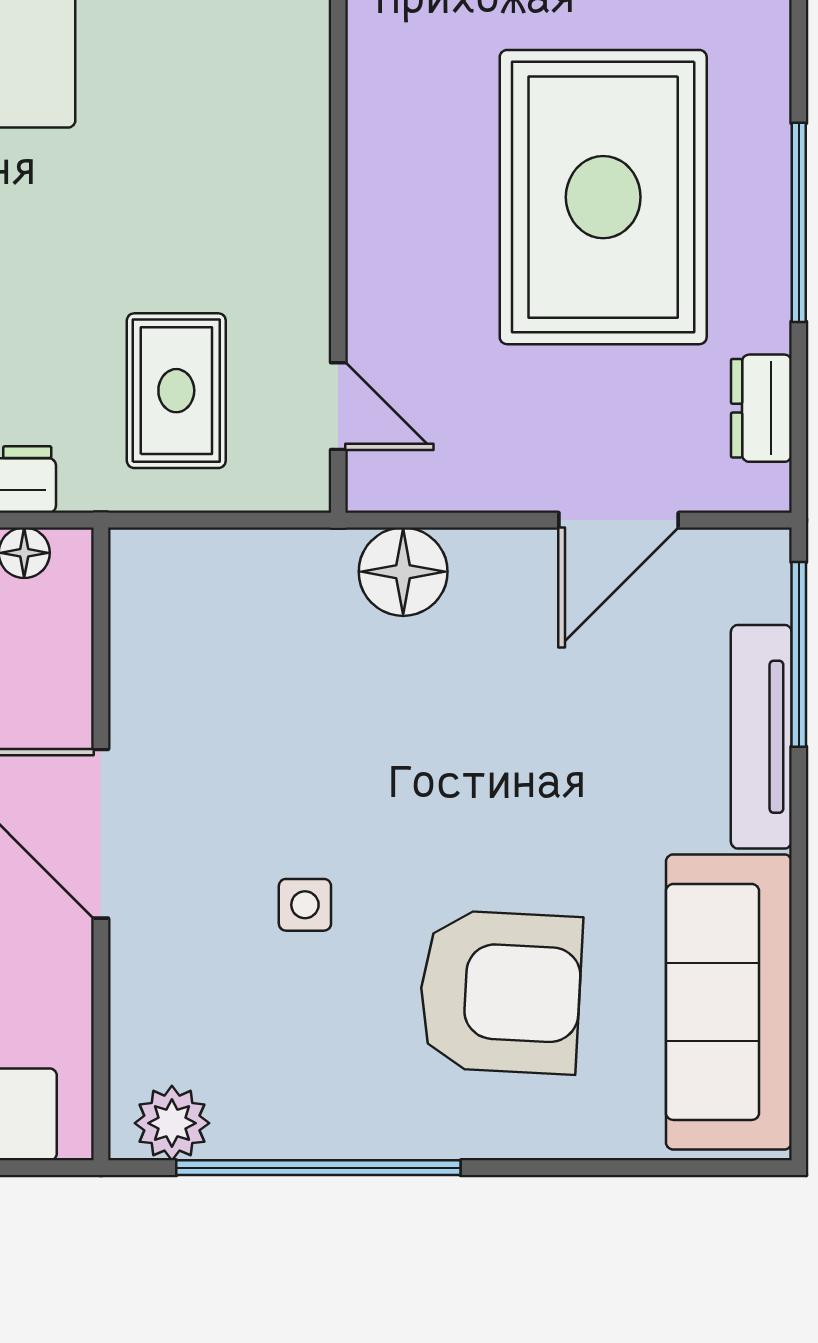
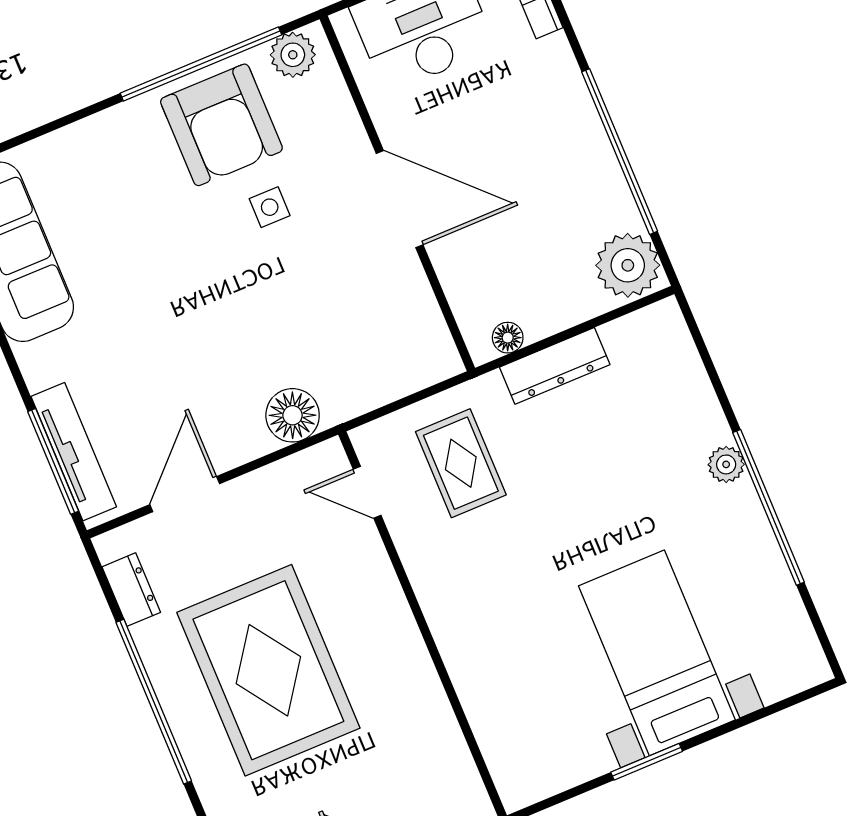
window: (799, 222) -> (154, 702), width x1.46
tv unit: (761, 737) -> (74, 452), moved
armchair: (500, 992) -> (221, 125), moved, turned -93

